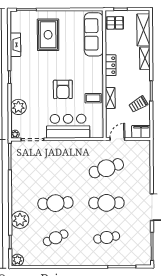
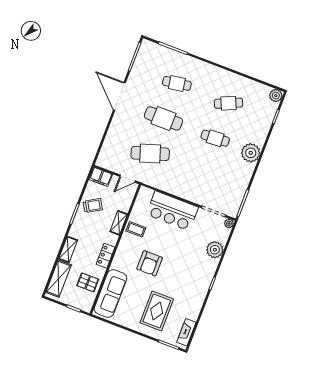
pallet: (115, 23) -> (88, 282), moved
fireplace: (15, 45) -> (186, 332), moved
armchair: (63, 89) -> (150, 263), moved, turned 180
cafe table: (55, 203) -> (215, 138), width x0.73, depth x0.74
plant: (20, 220) -> (251, 153), moved

